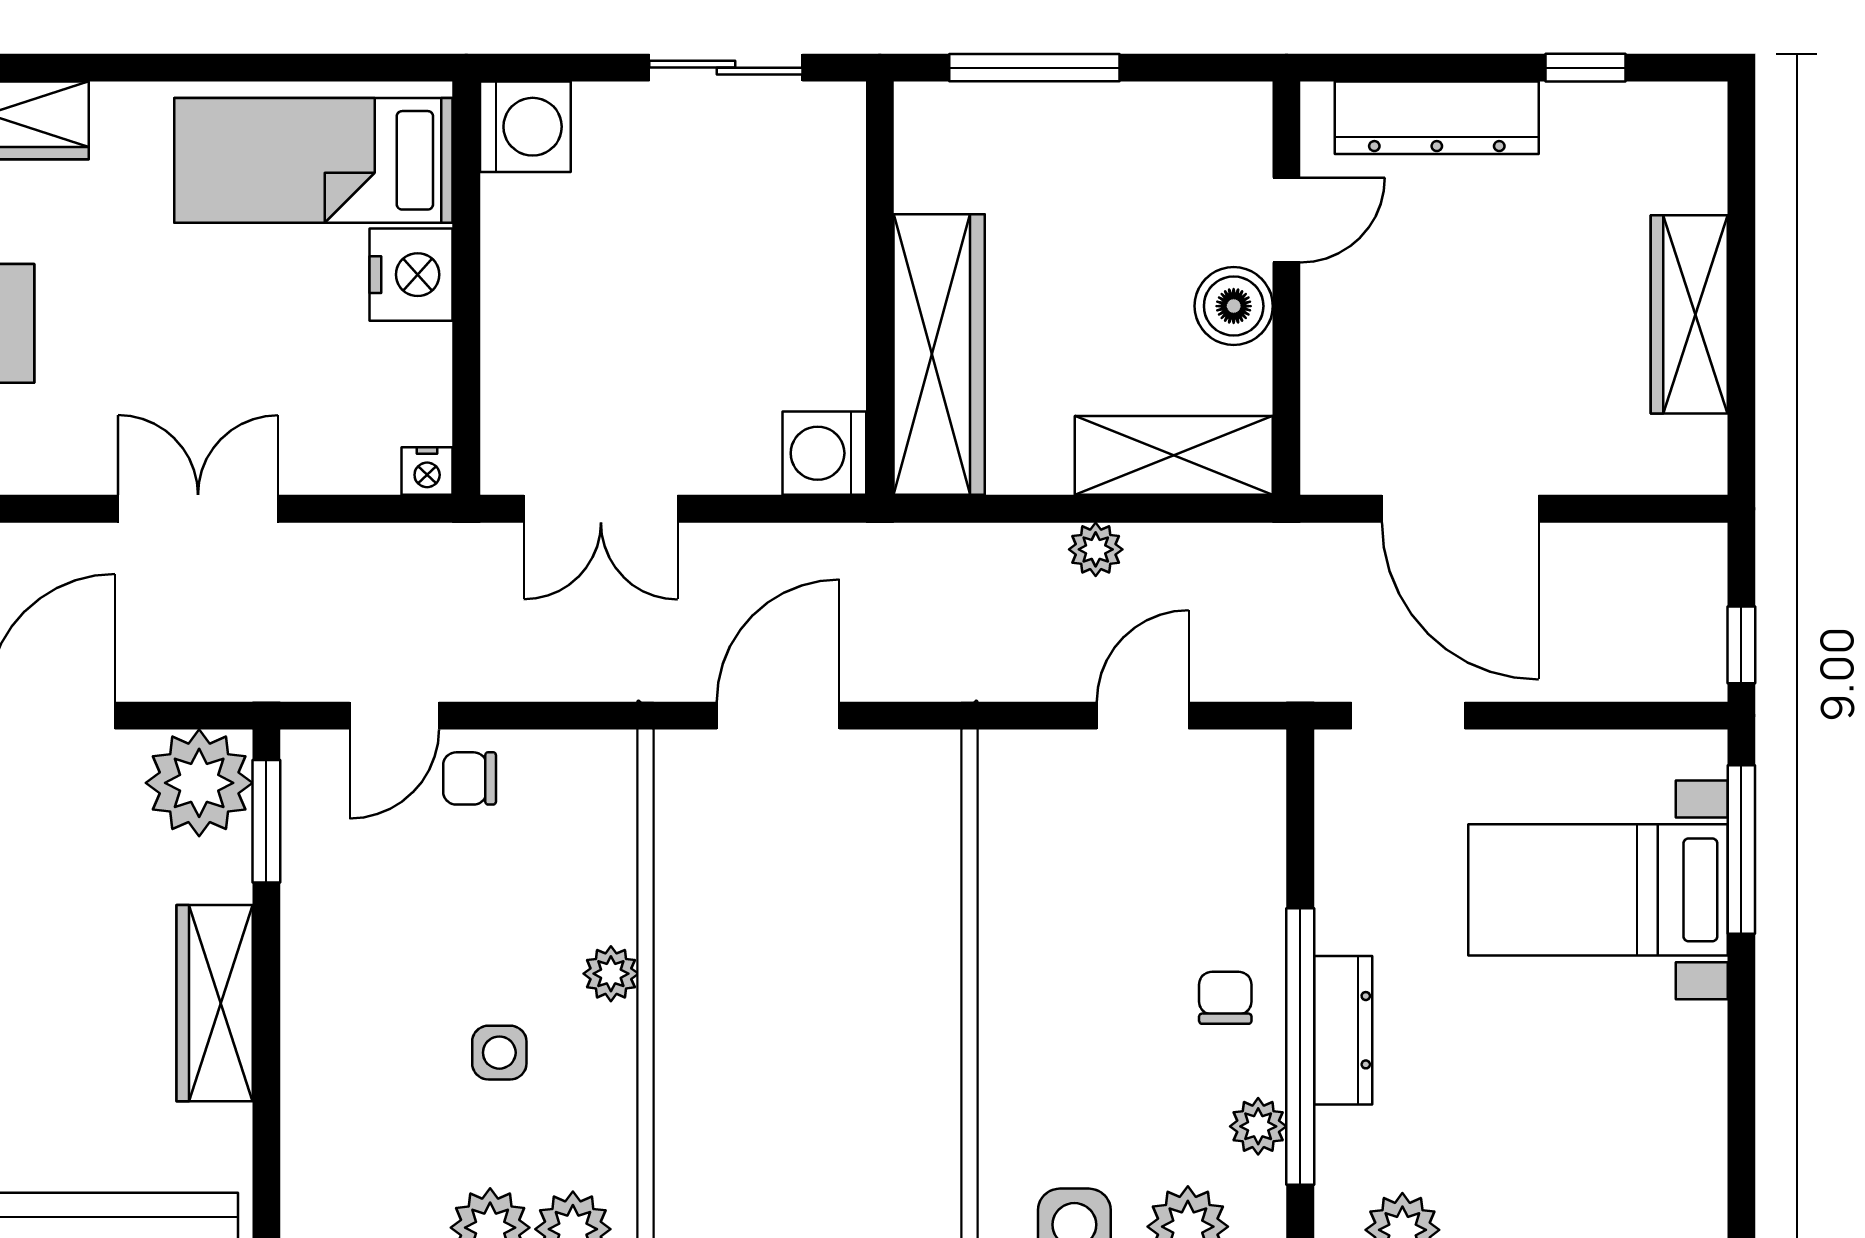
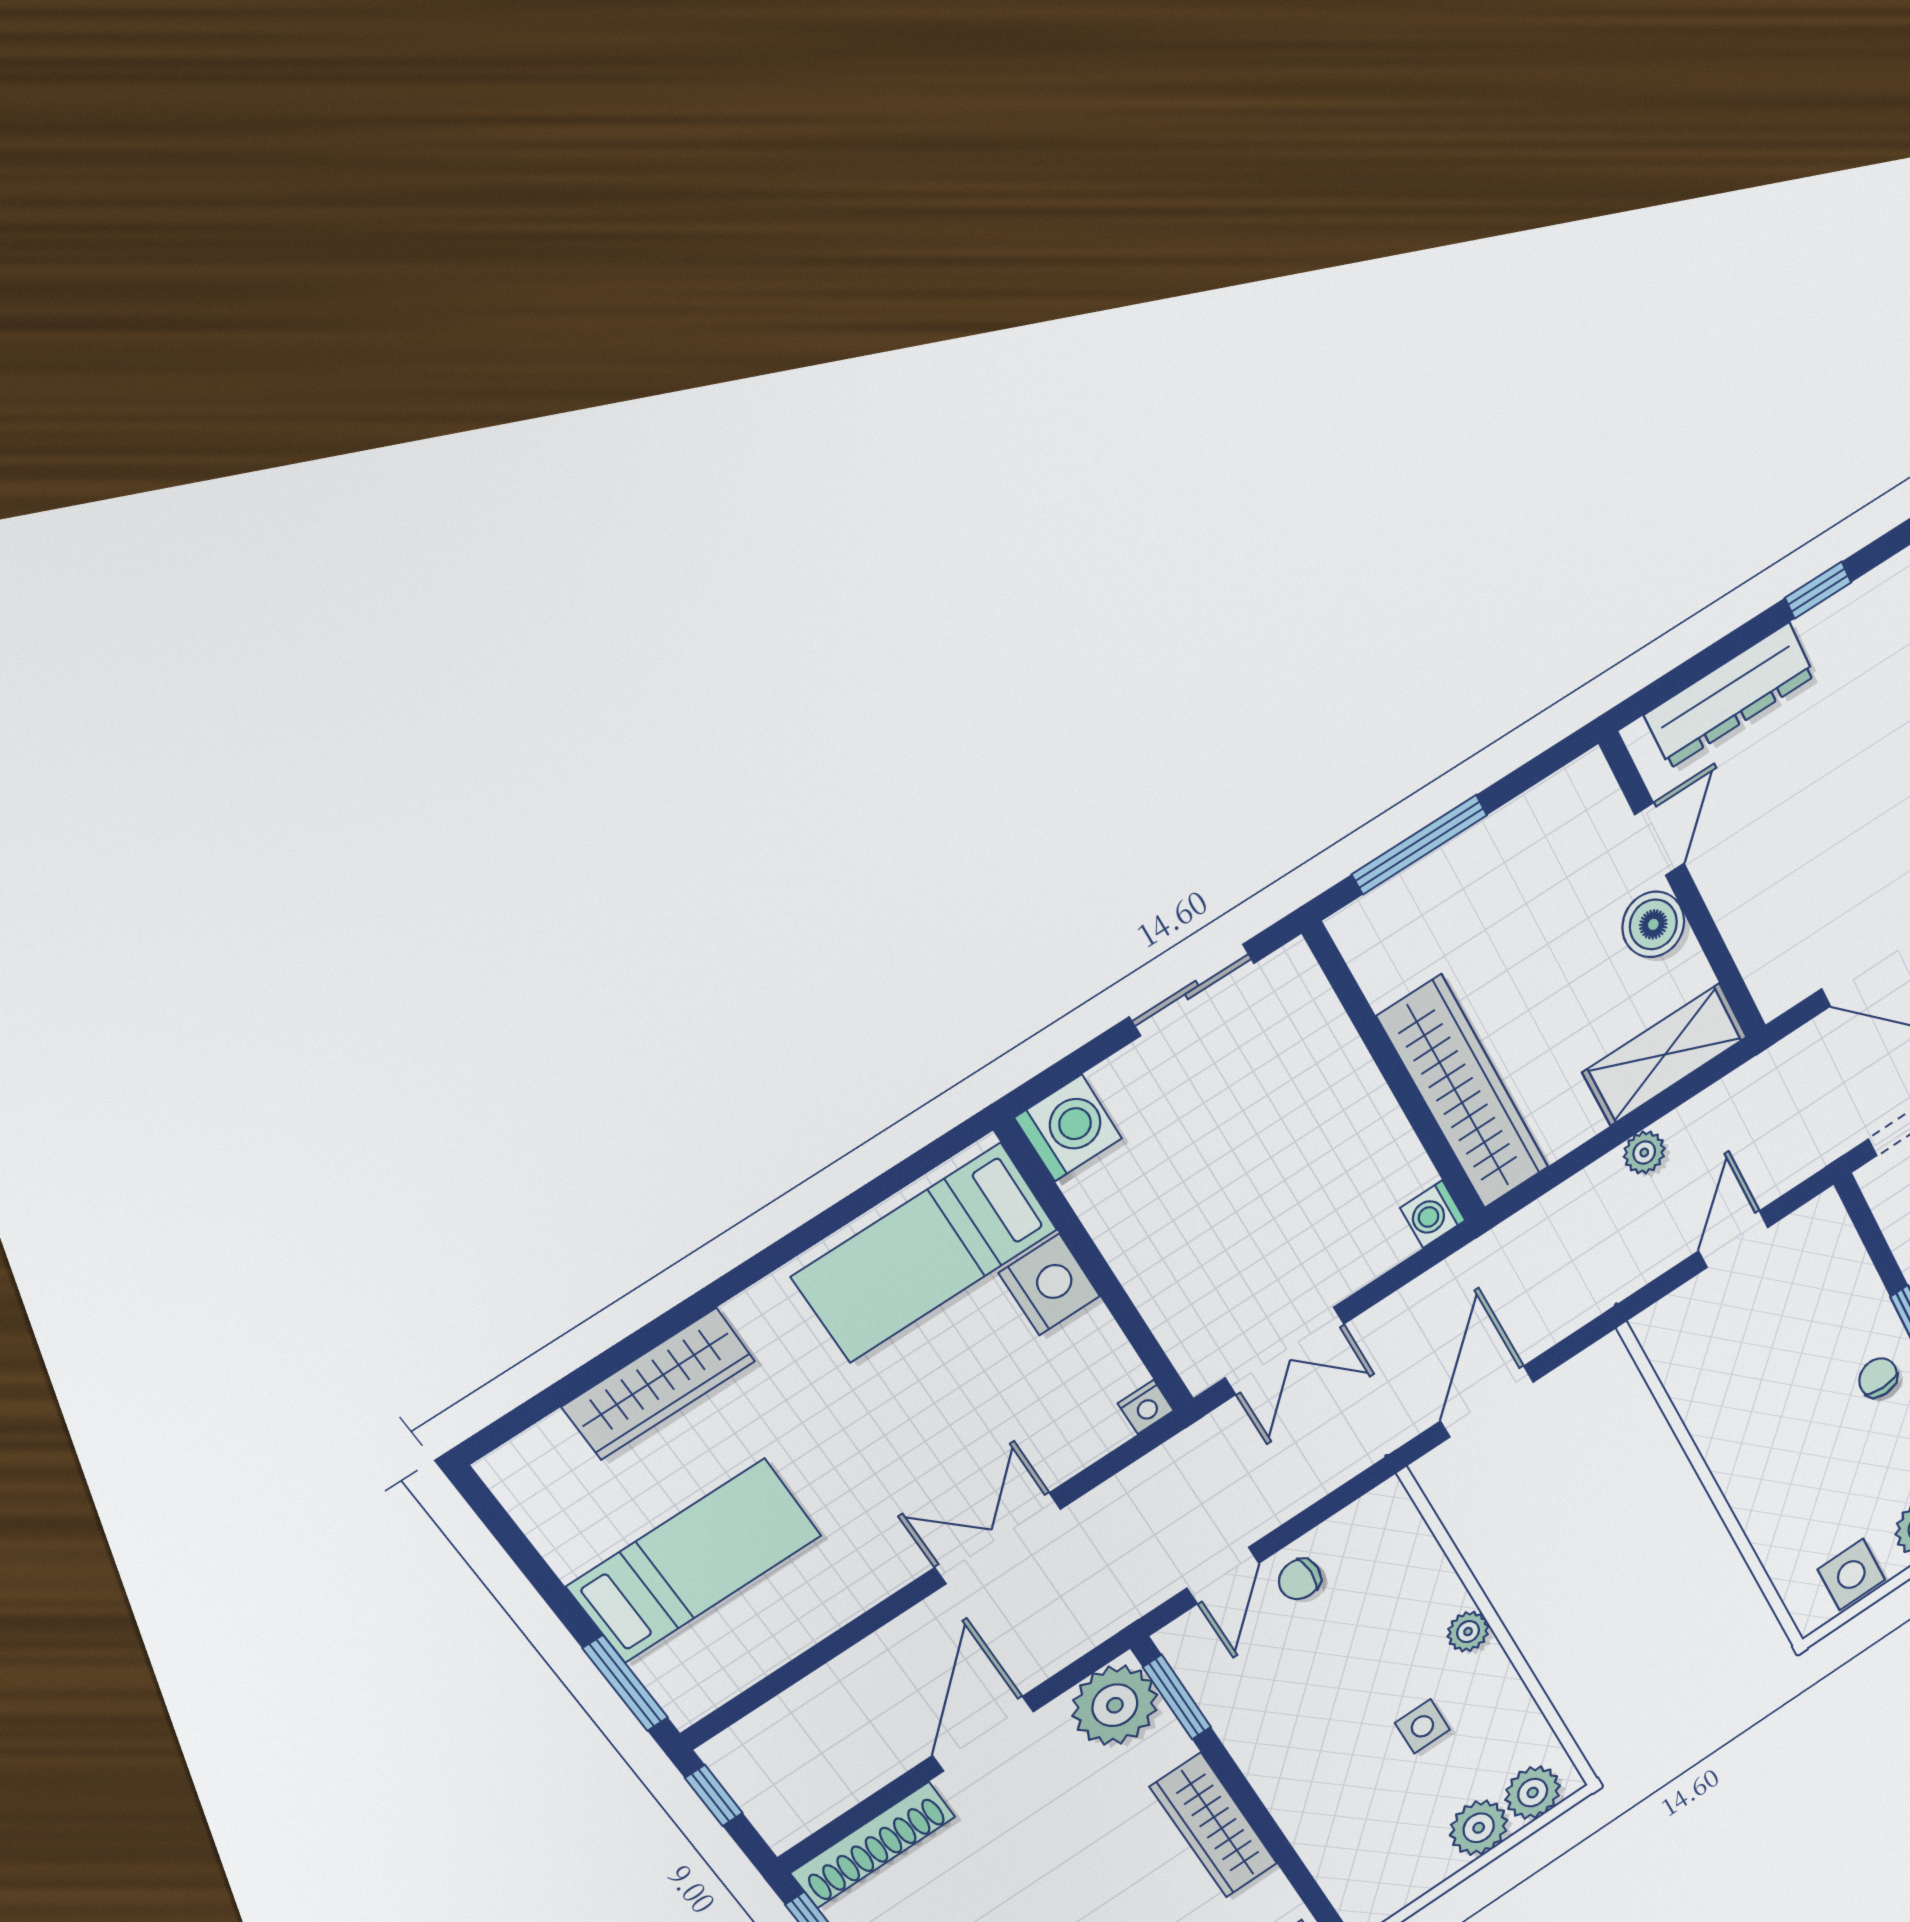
washing machine: (824, 453) -> (1433, 1214), width x0.73, depth x0.73

